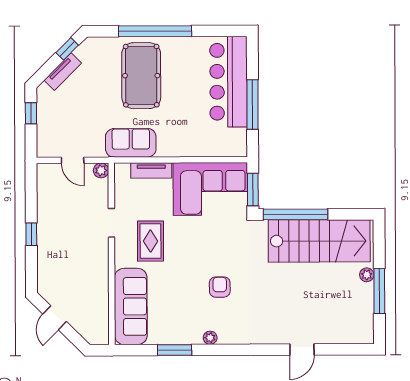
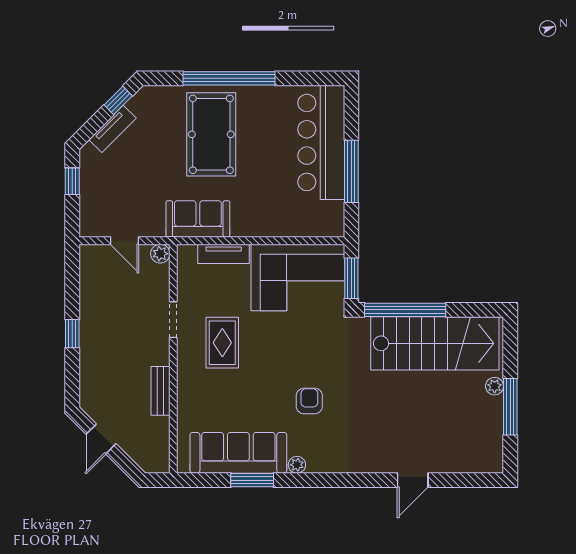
bench: (102, 279) -> (160, 391), added
sofa: (131, 306) -> (238, 453), moved, turned -90

